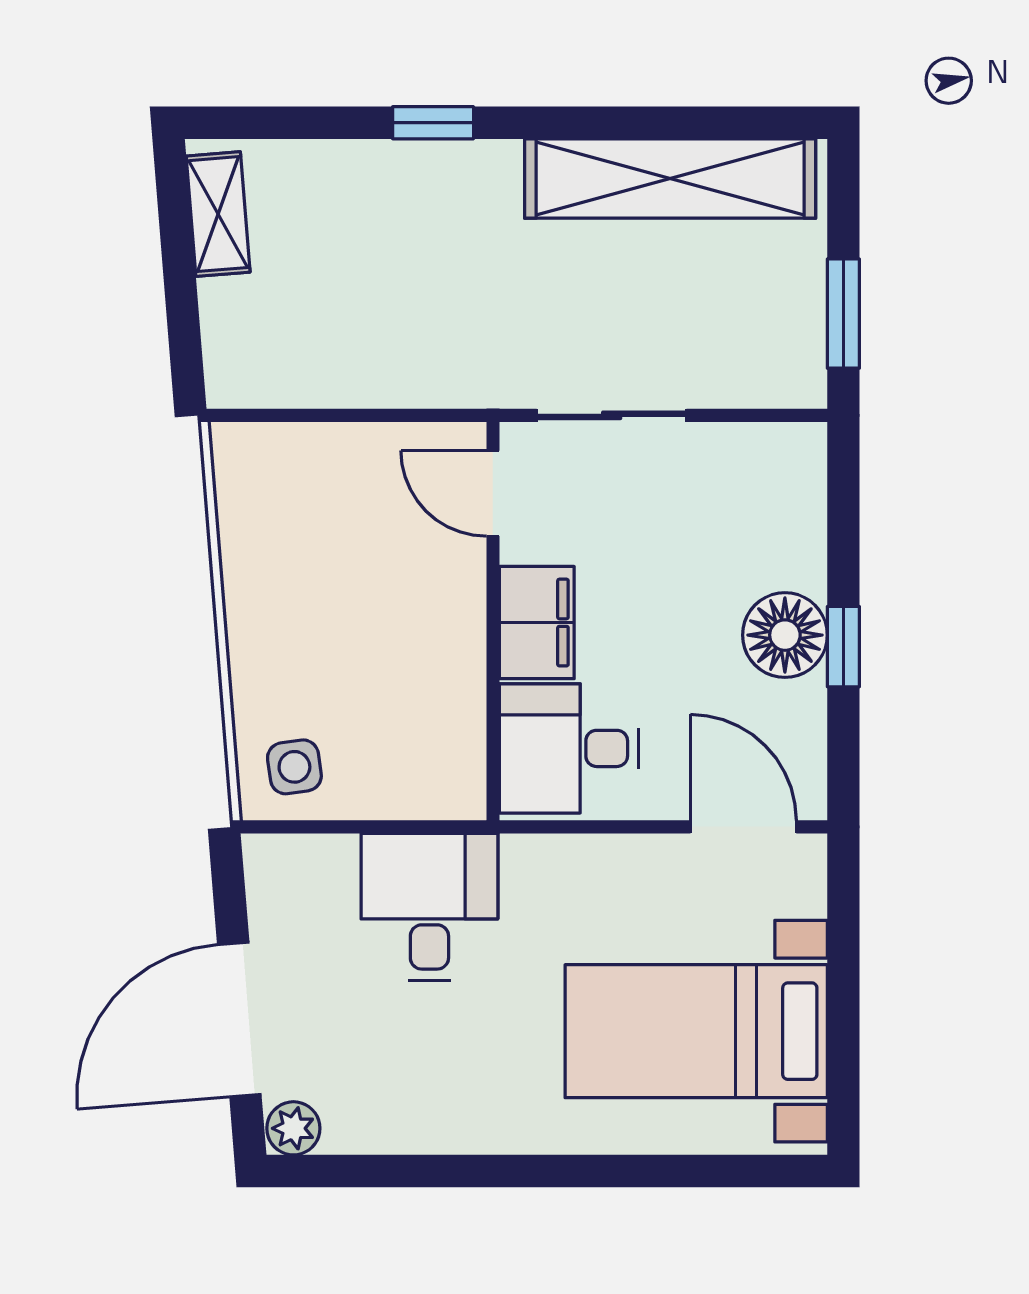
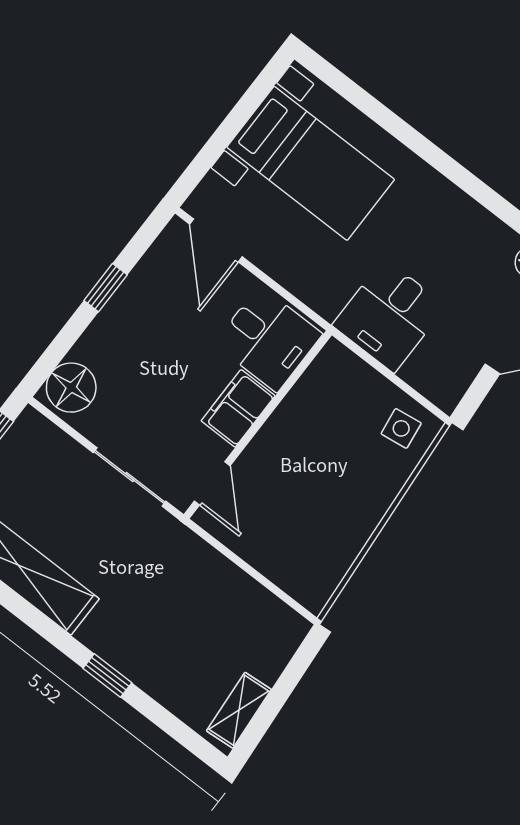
floor lamp: (785, 635) -> (71, 388), moved

